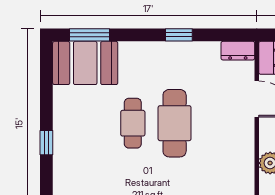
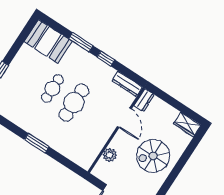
window: (90, 35) -> (81, 42), moved
dresser: (238, 51) -> (127, 84), width x1.44

